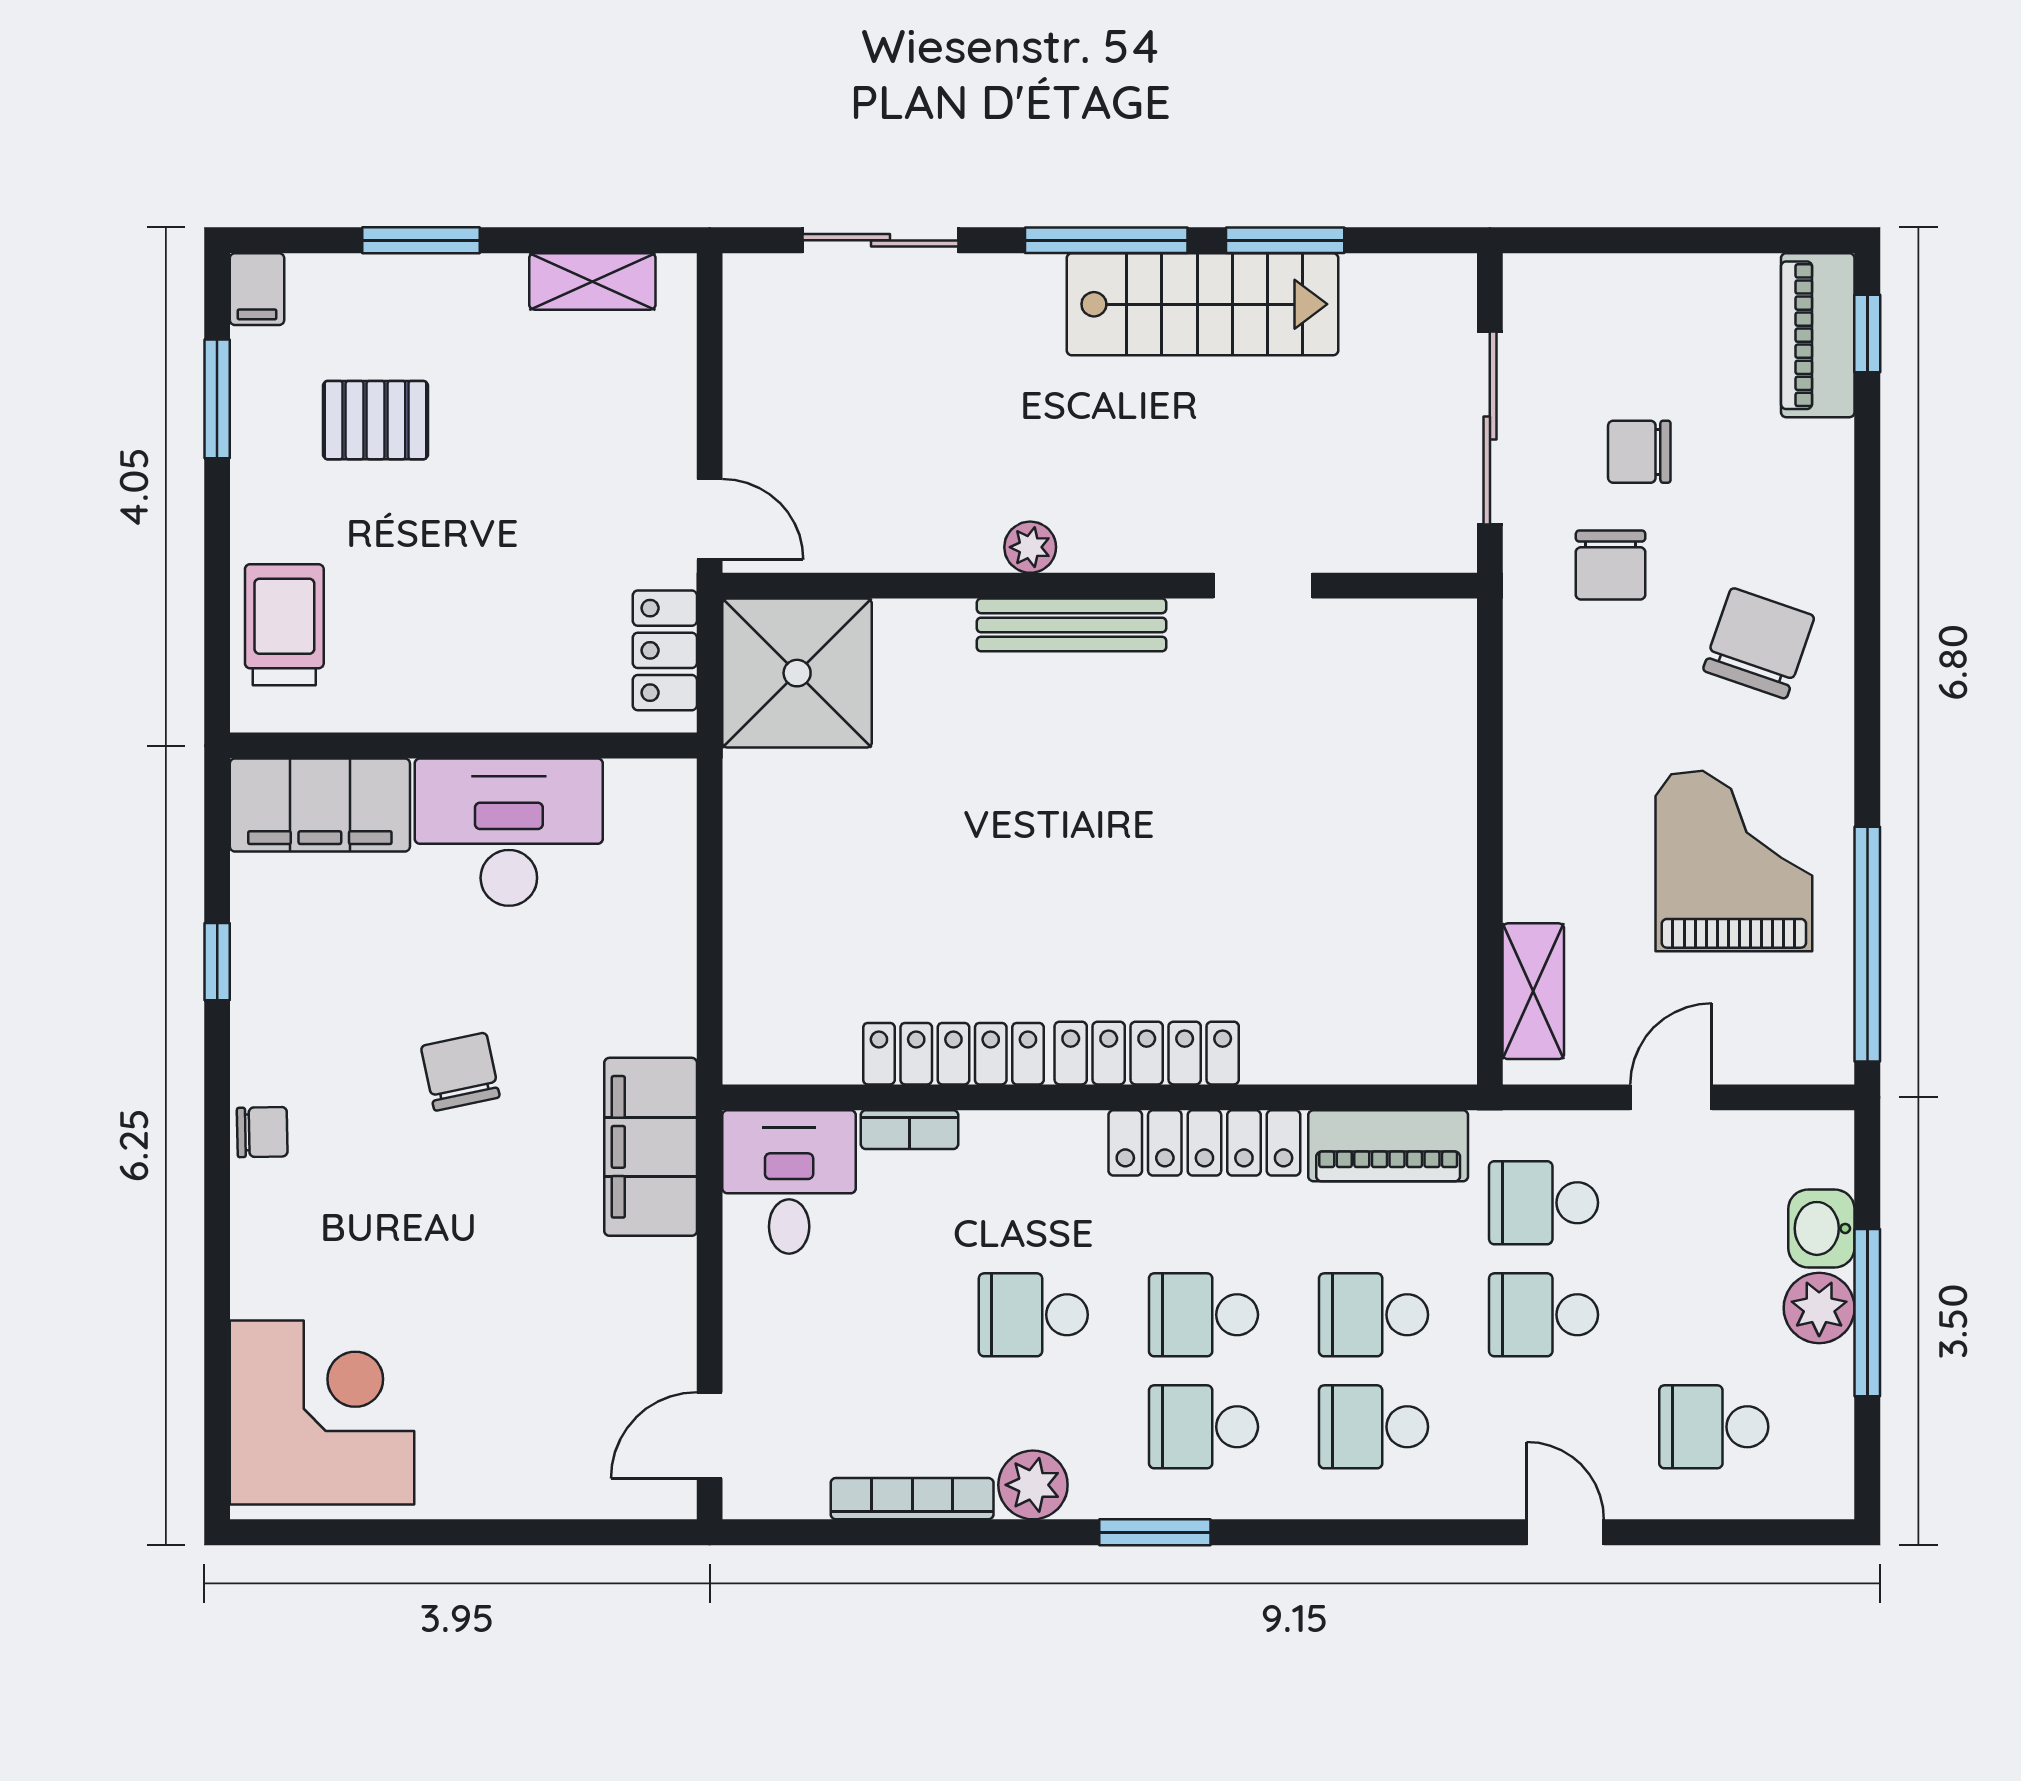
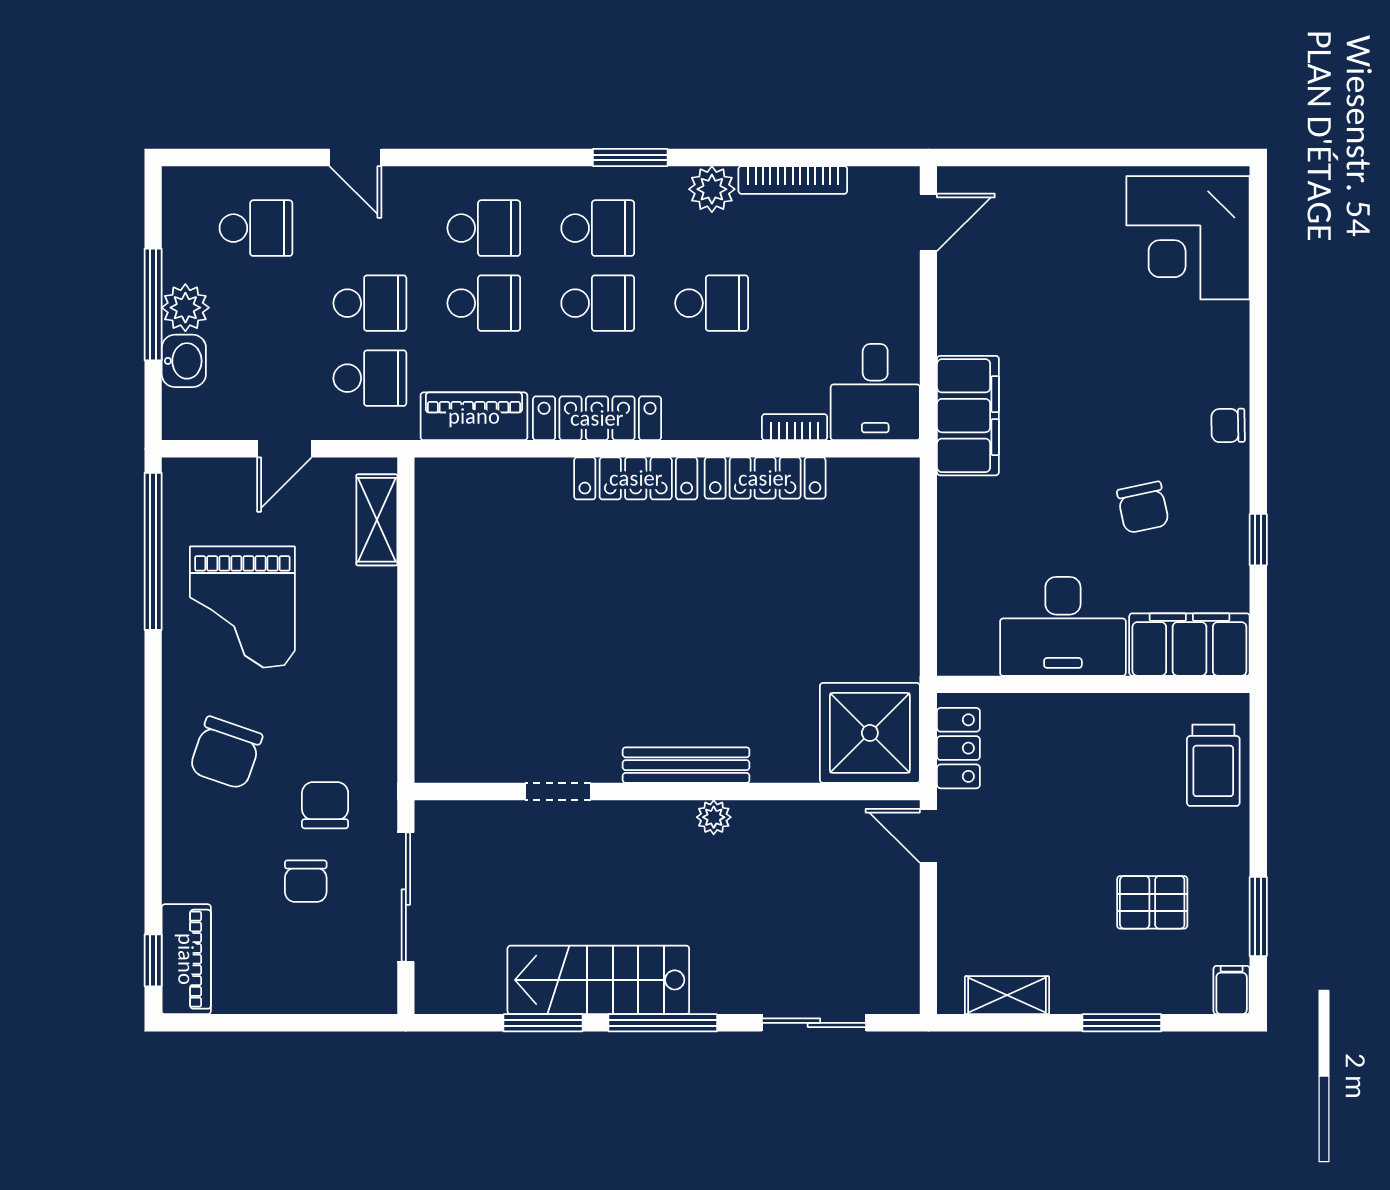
chair: (1639, 452) -> (306, 881), turned 90
chair: (460, 1072) -> (1143, 507), moved

